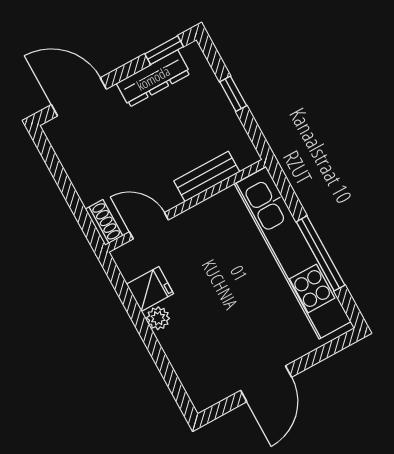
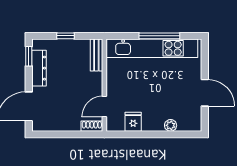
bench: (207, 176) -> (96, 55), moved
plant: (158, 318) -> (171, 125), moved

